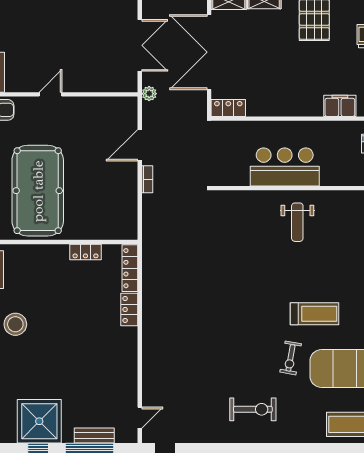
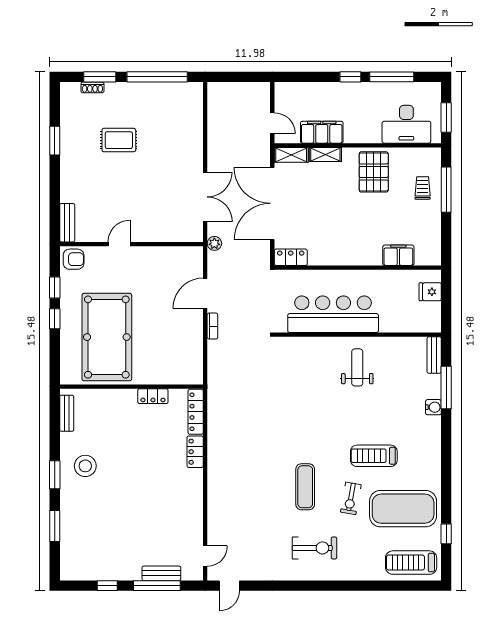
bar counter: (285, 167) -> (333, 314), width x1.36
weight bench: (297, 222) -> (357, 367), turned 180
treadmill: (314, 314) -> (374, 456), turned 180
exercise mat: (243, 346) -> (305, 487), added
shower: (39, 421) -> (108, 559), removed

